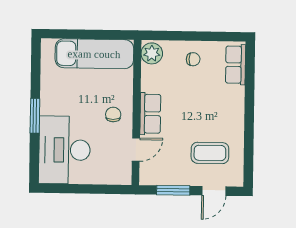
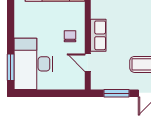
window: (35, 116) -> (11, 67), moved
door: (136, 150) -> (88, 63), swing flipped

